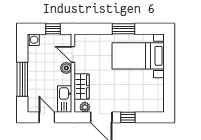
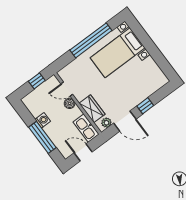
window: (124, 29) -> (91, 40), width x2.11
washing machine: (33, 40) -> (43, 120), moved

